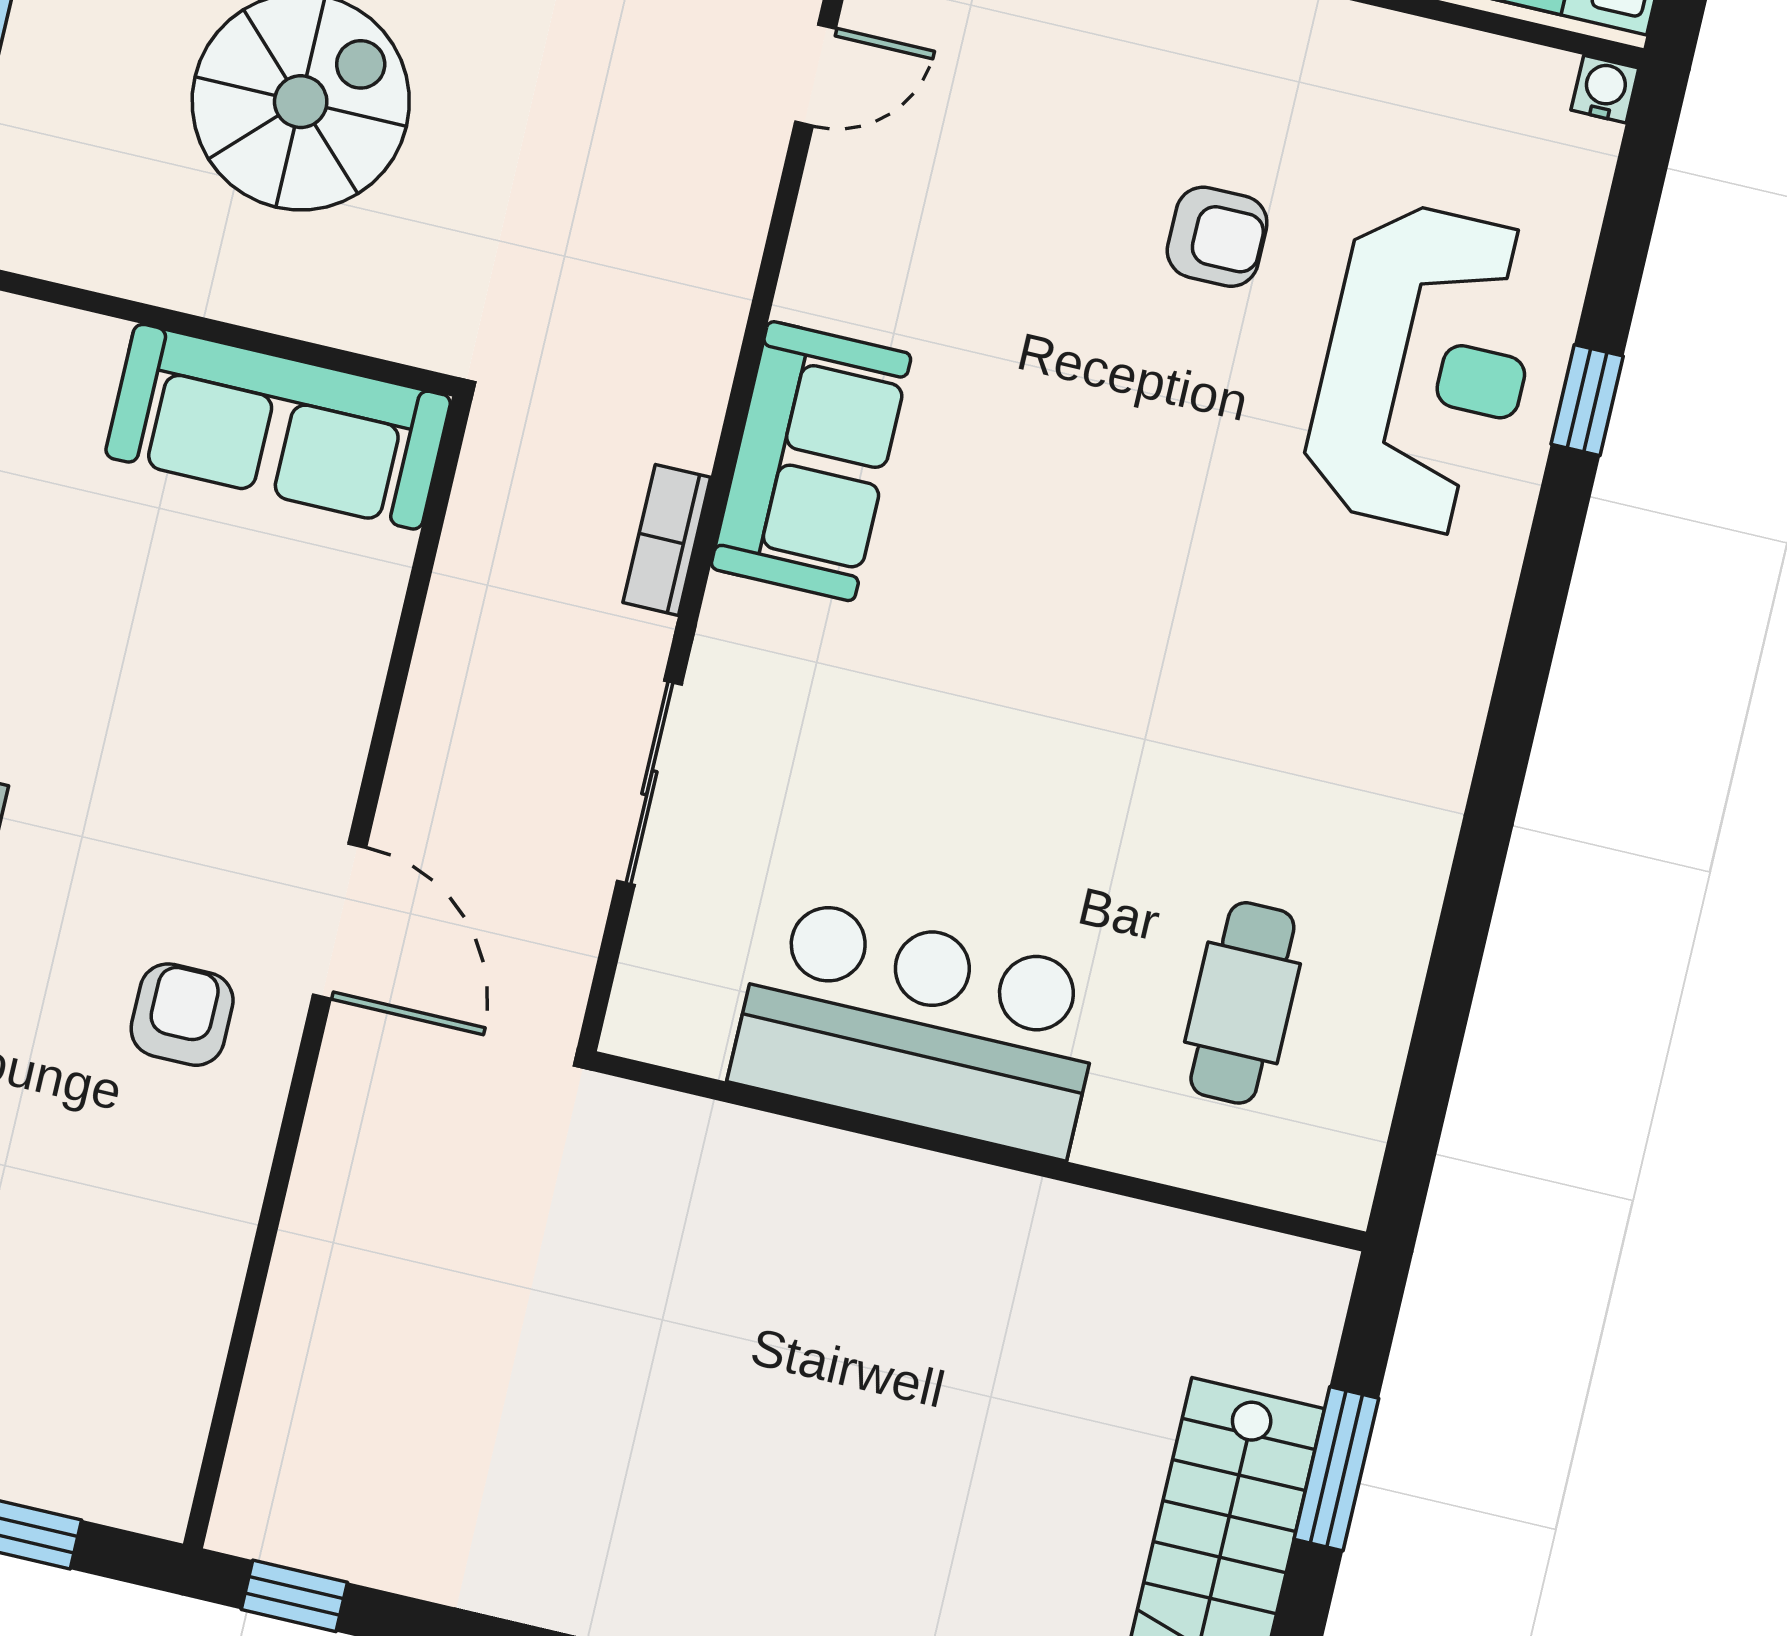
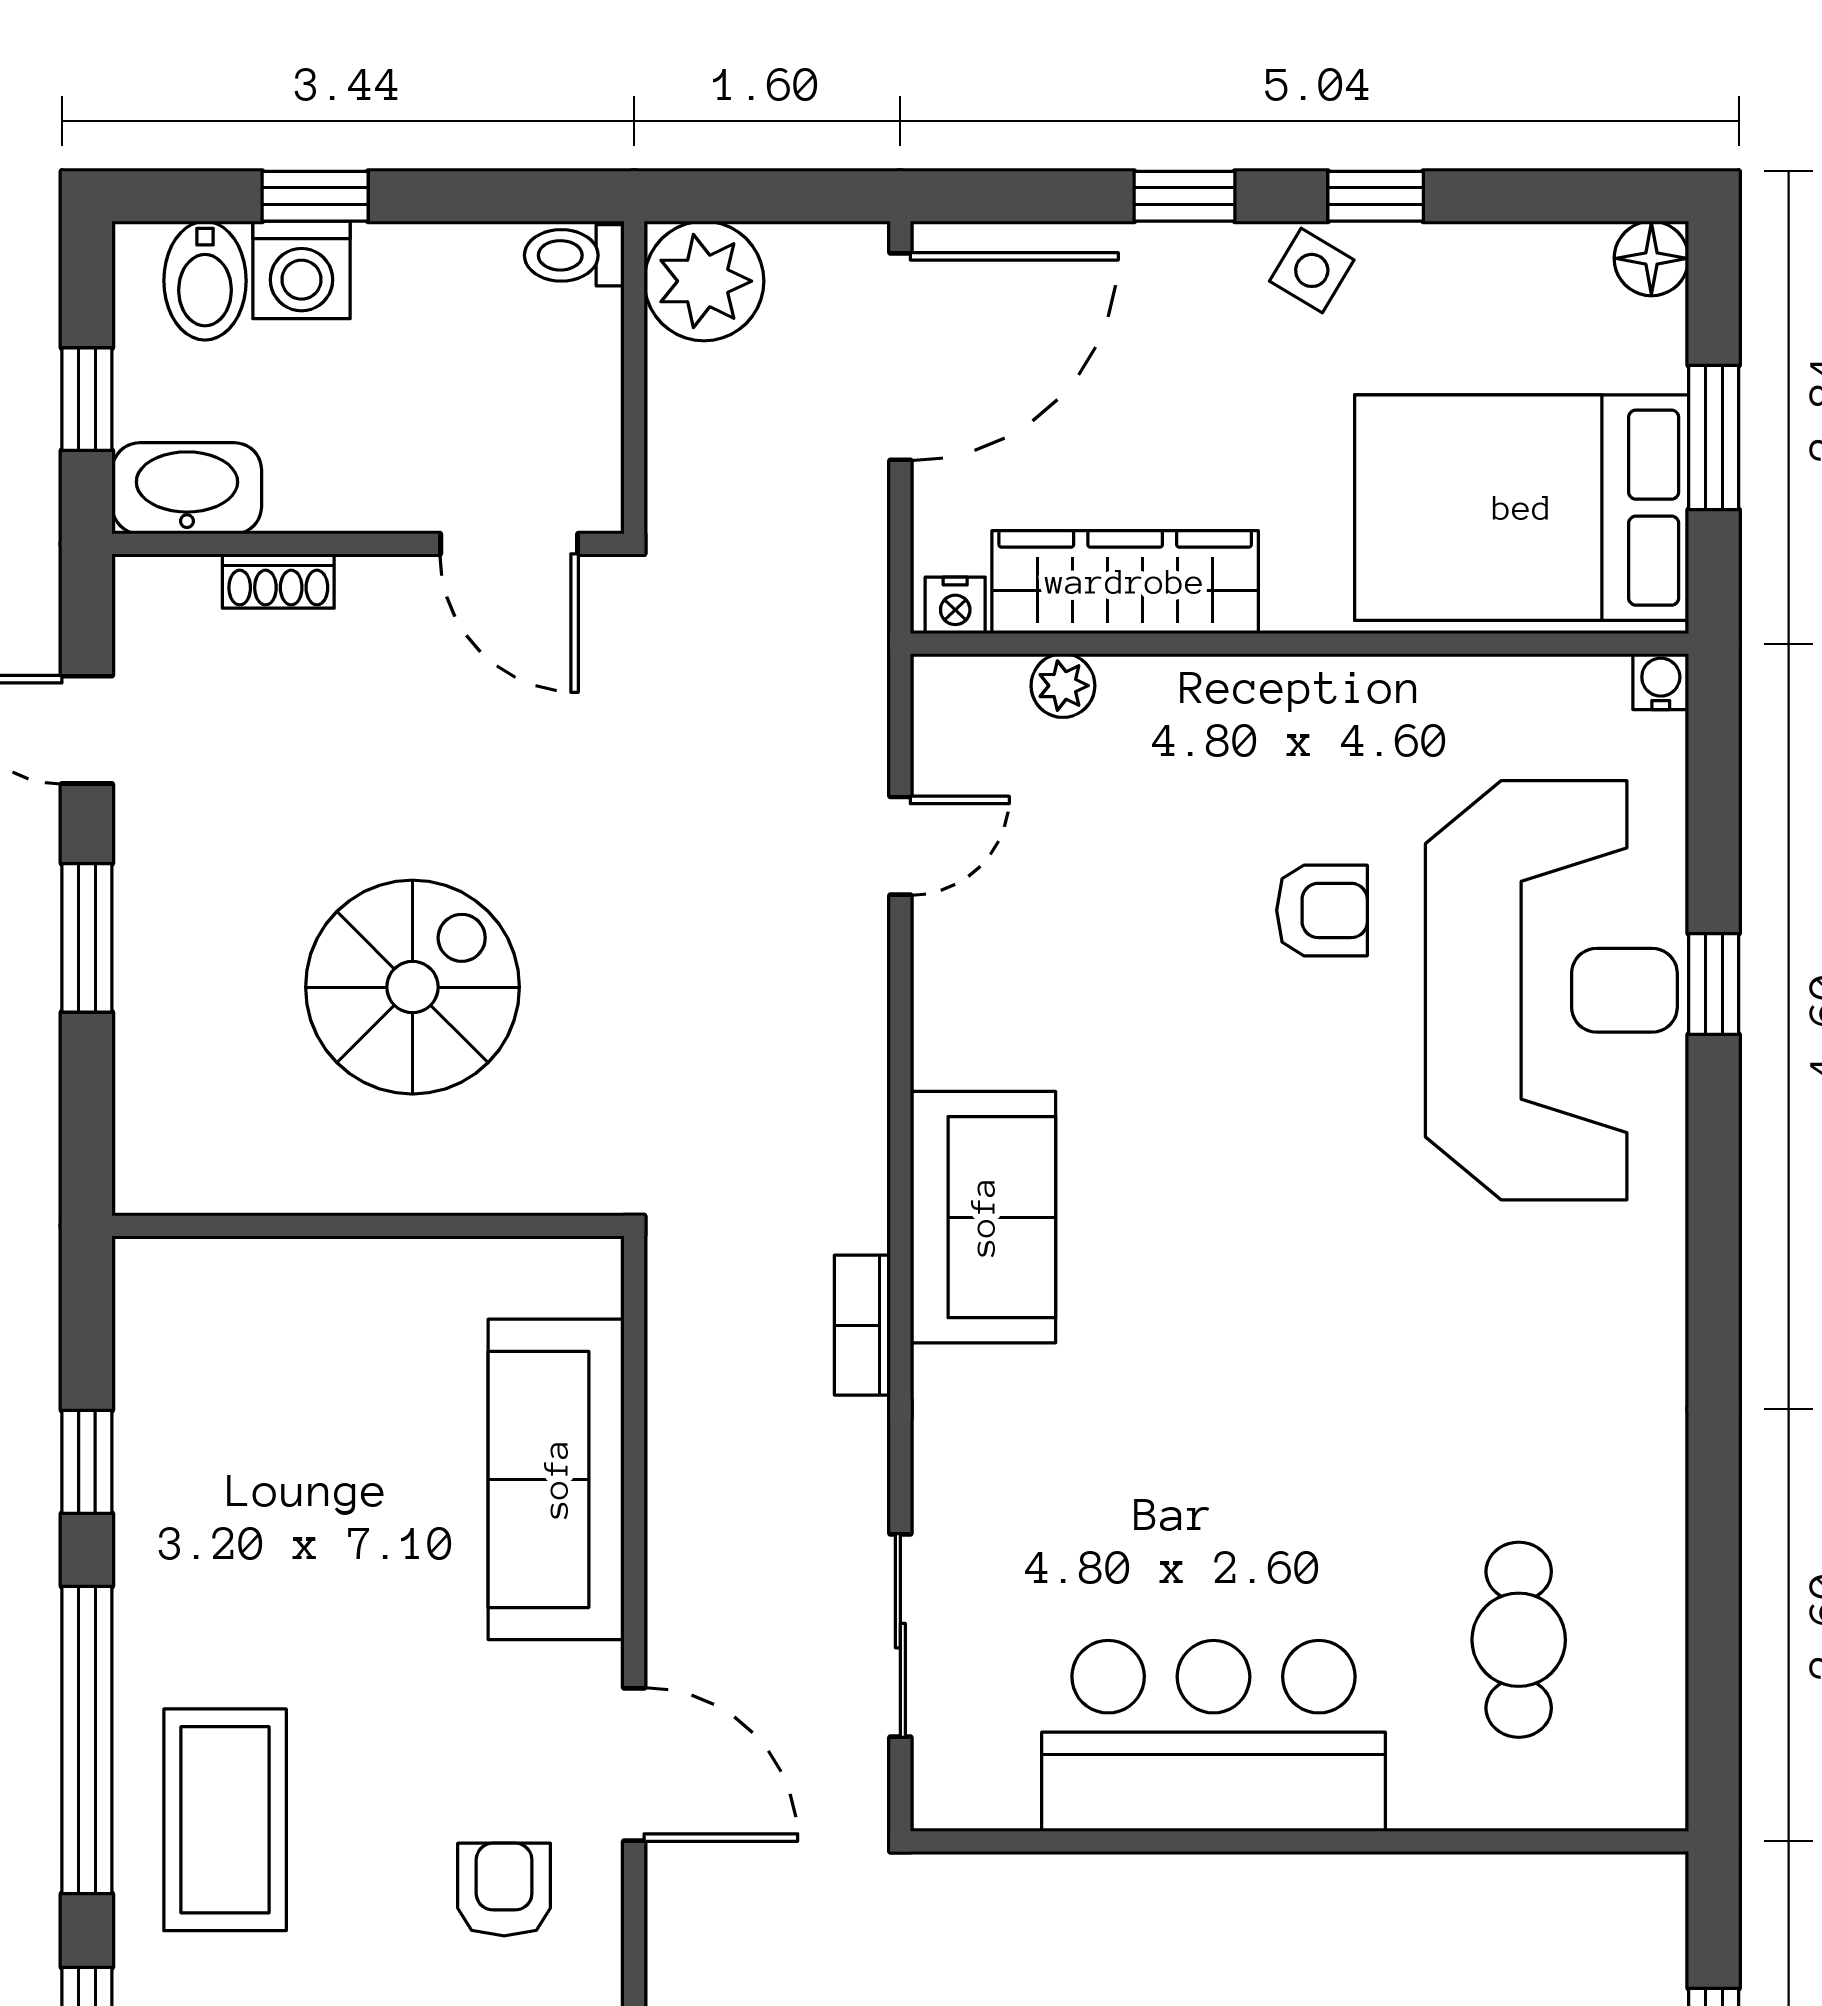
reception desk: (1425, 369) -> (1551, 990), width x1.36, depth x1.30
sofa: (278, 427) -> (556, 1479), moved, turned 90
sliding door: (649, 783) -> (900, 1636), moved

